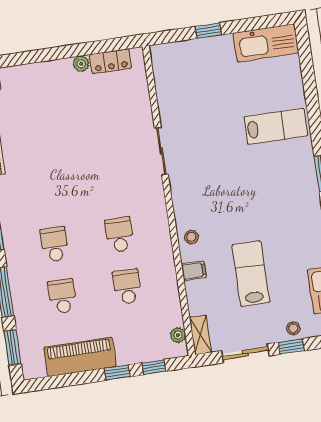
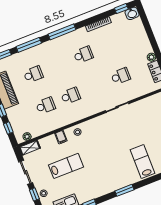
lab bench: (276, 126) -> (142, 161), turned 180
school desk: (104, 131) -> (121, 76), added
school desk: (55, 244) -> (83, 55), moved

